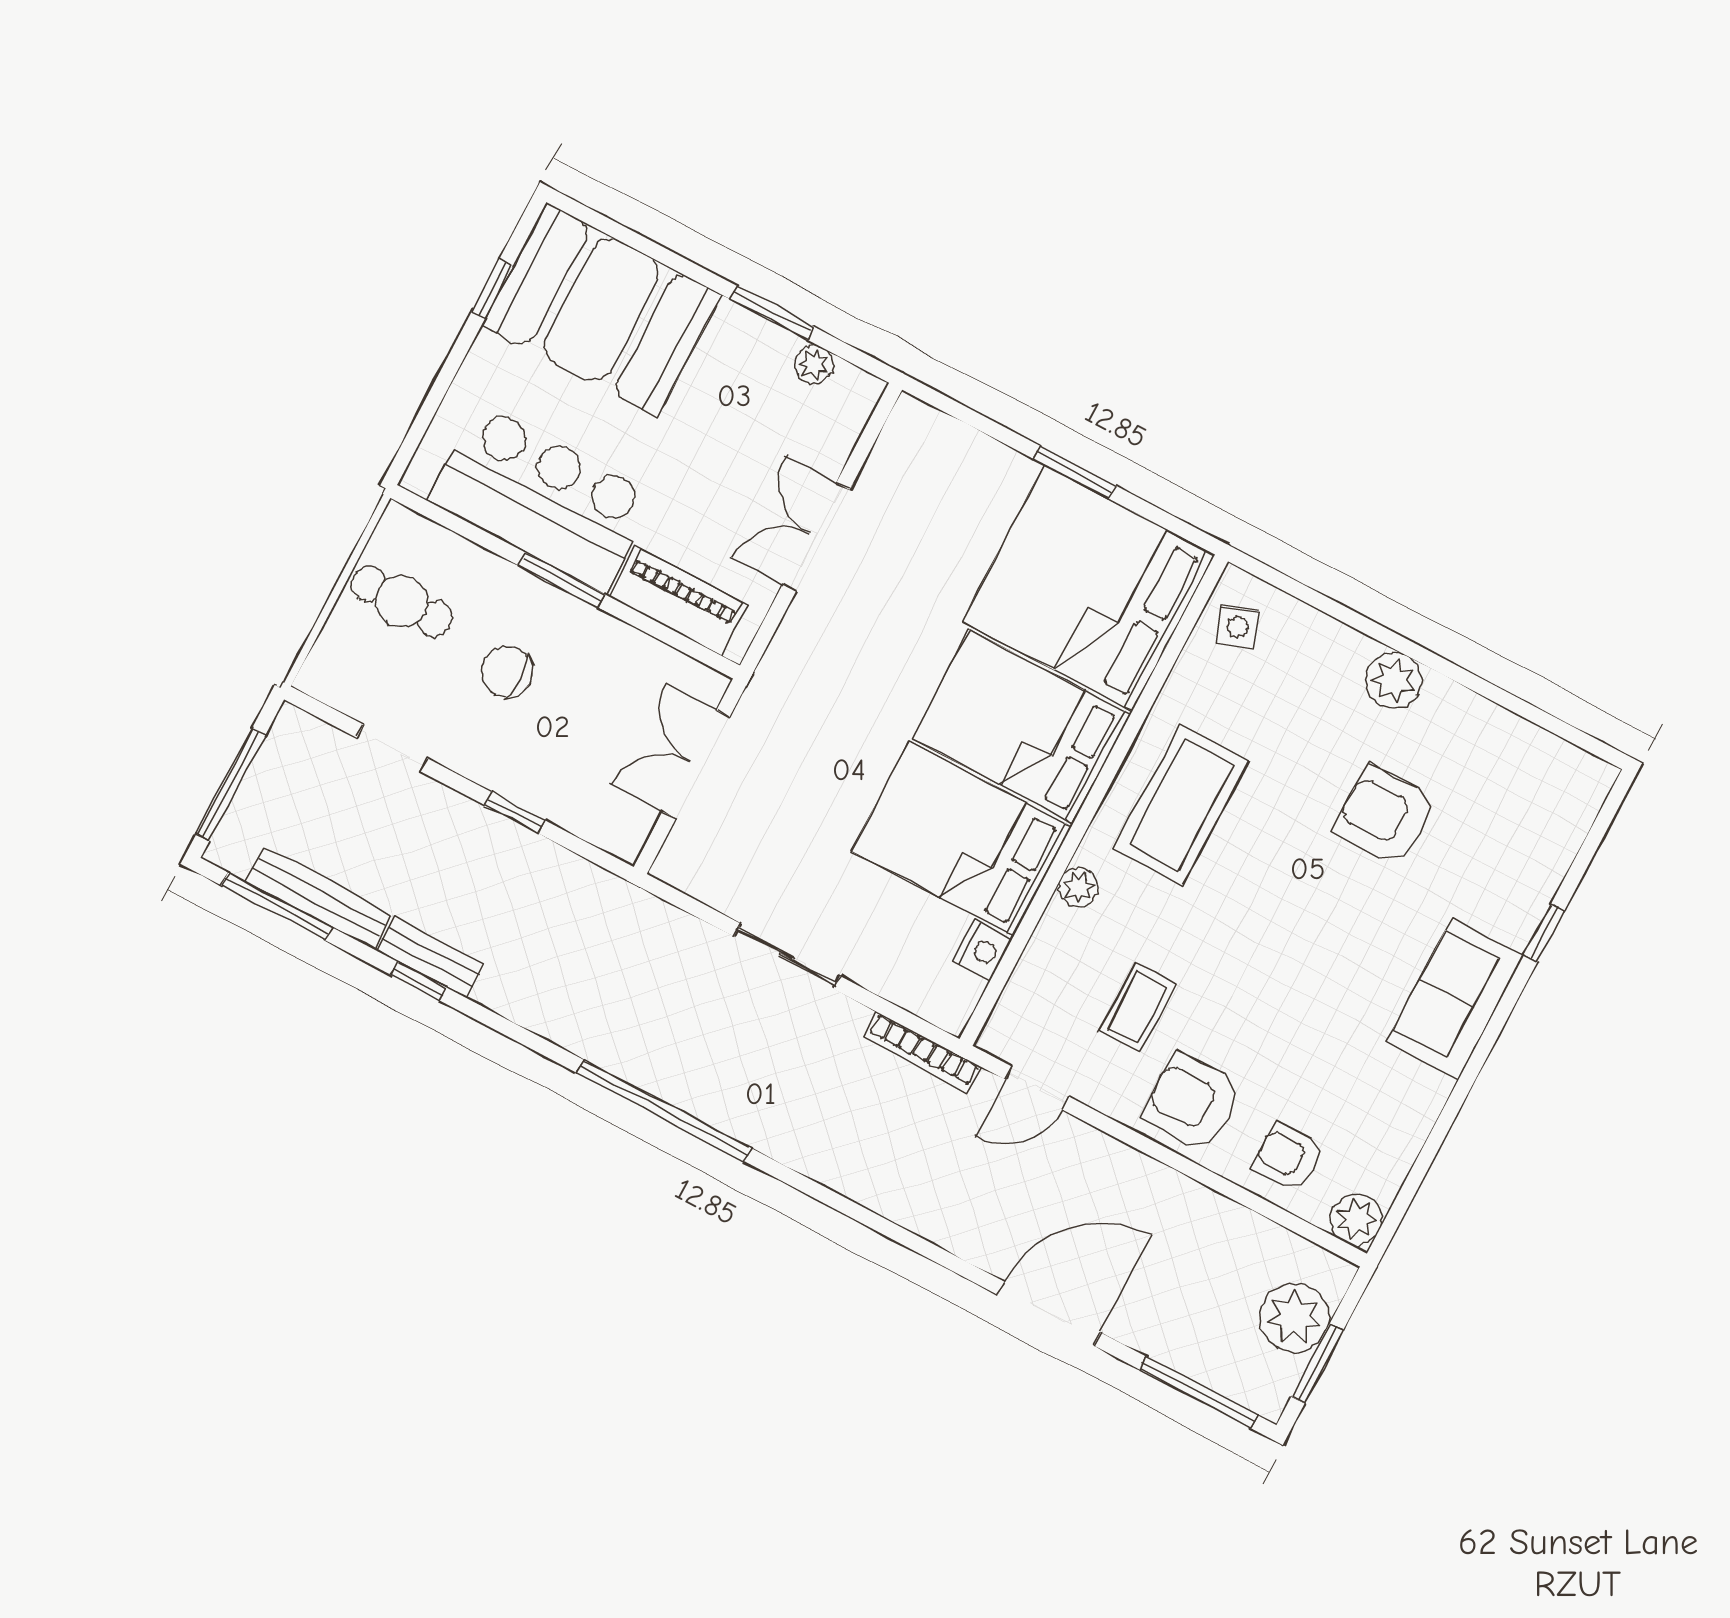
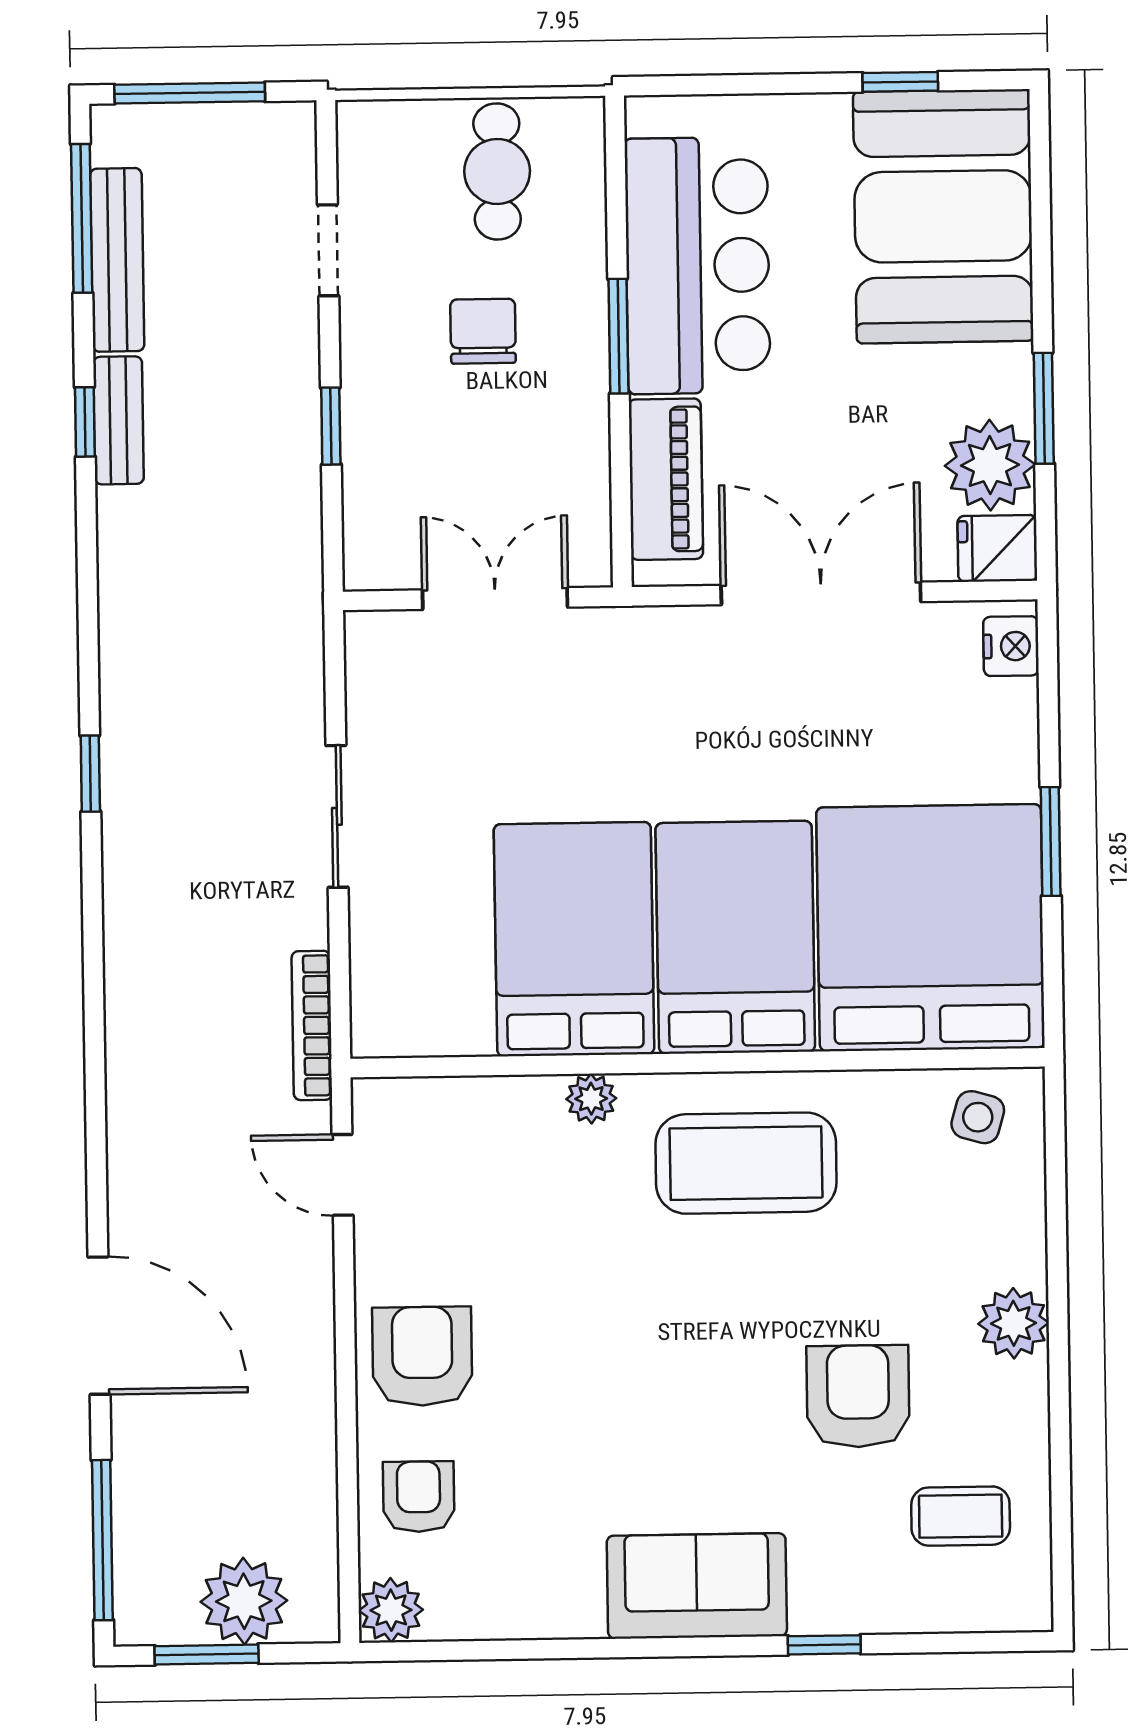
plant: (814, 365) -> (990, 465), width x1.88, depth x1.88
fridge: (852, 398) -> (997, 548), added
double door: (816, 537) -> (821, 593), width x1.37
side table: (1237, 627) -> (978, 1117), turned 35
nightstand: (982, 950) -> (1011, 646), moved, turned -90
coffee table: (1138, 1008) -> (961, 1516), moved
window: (664, 1111) -> (90, 774), width x0.32

